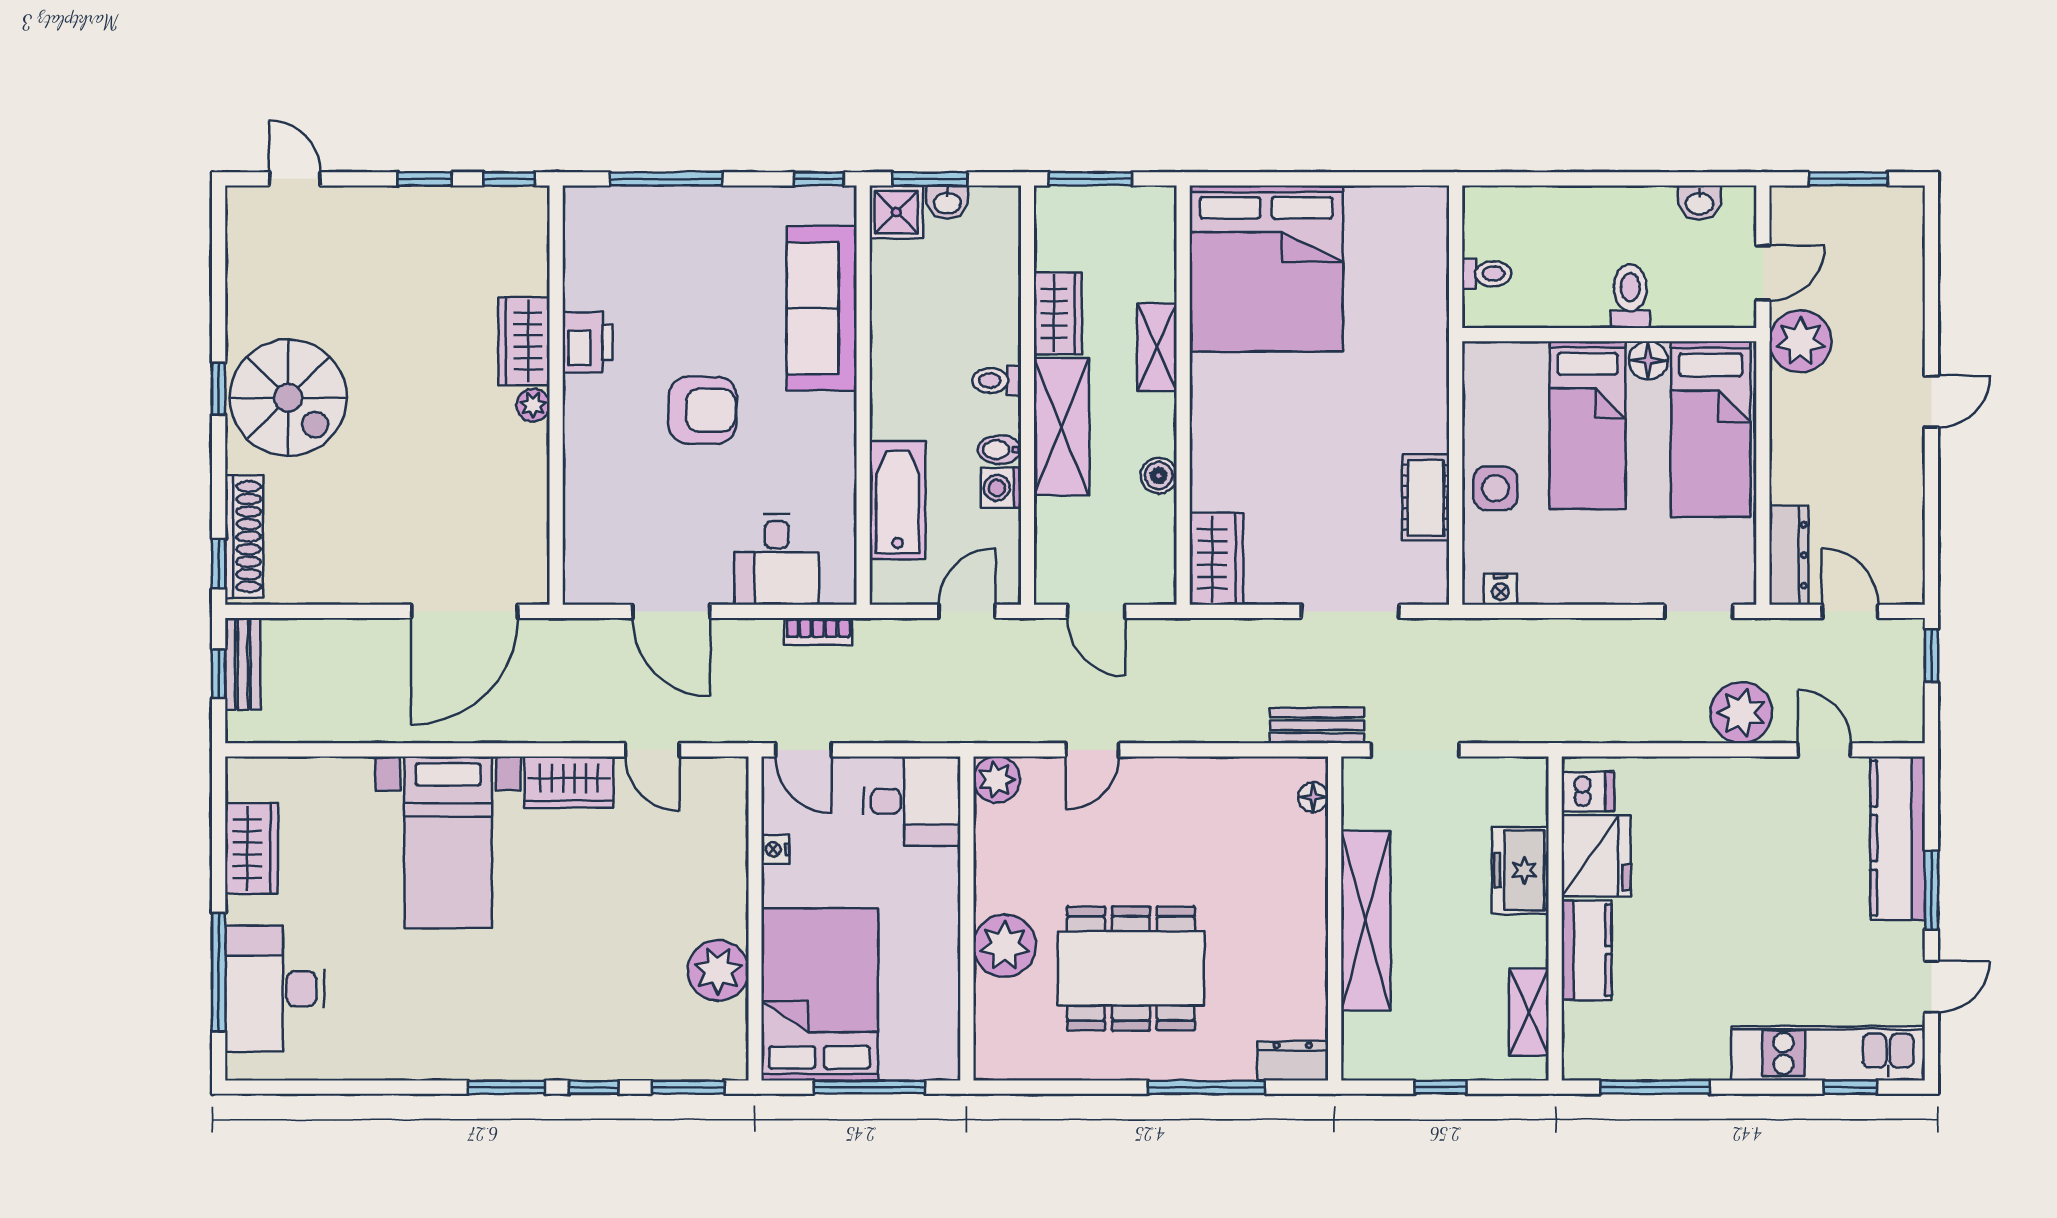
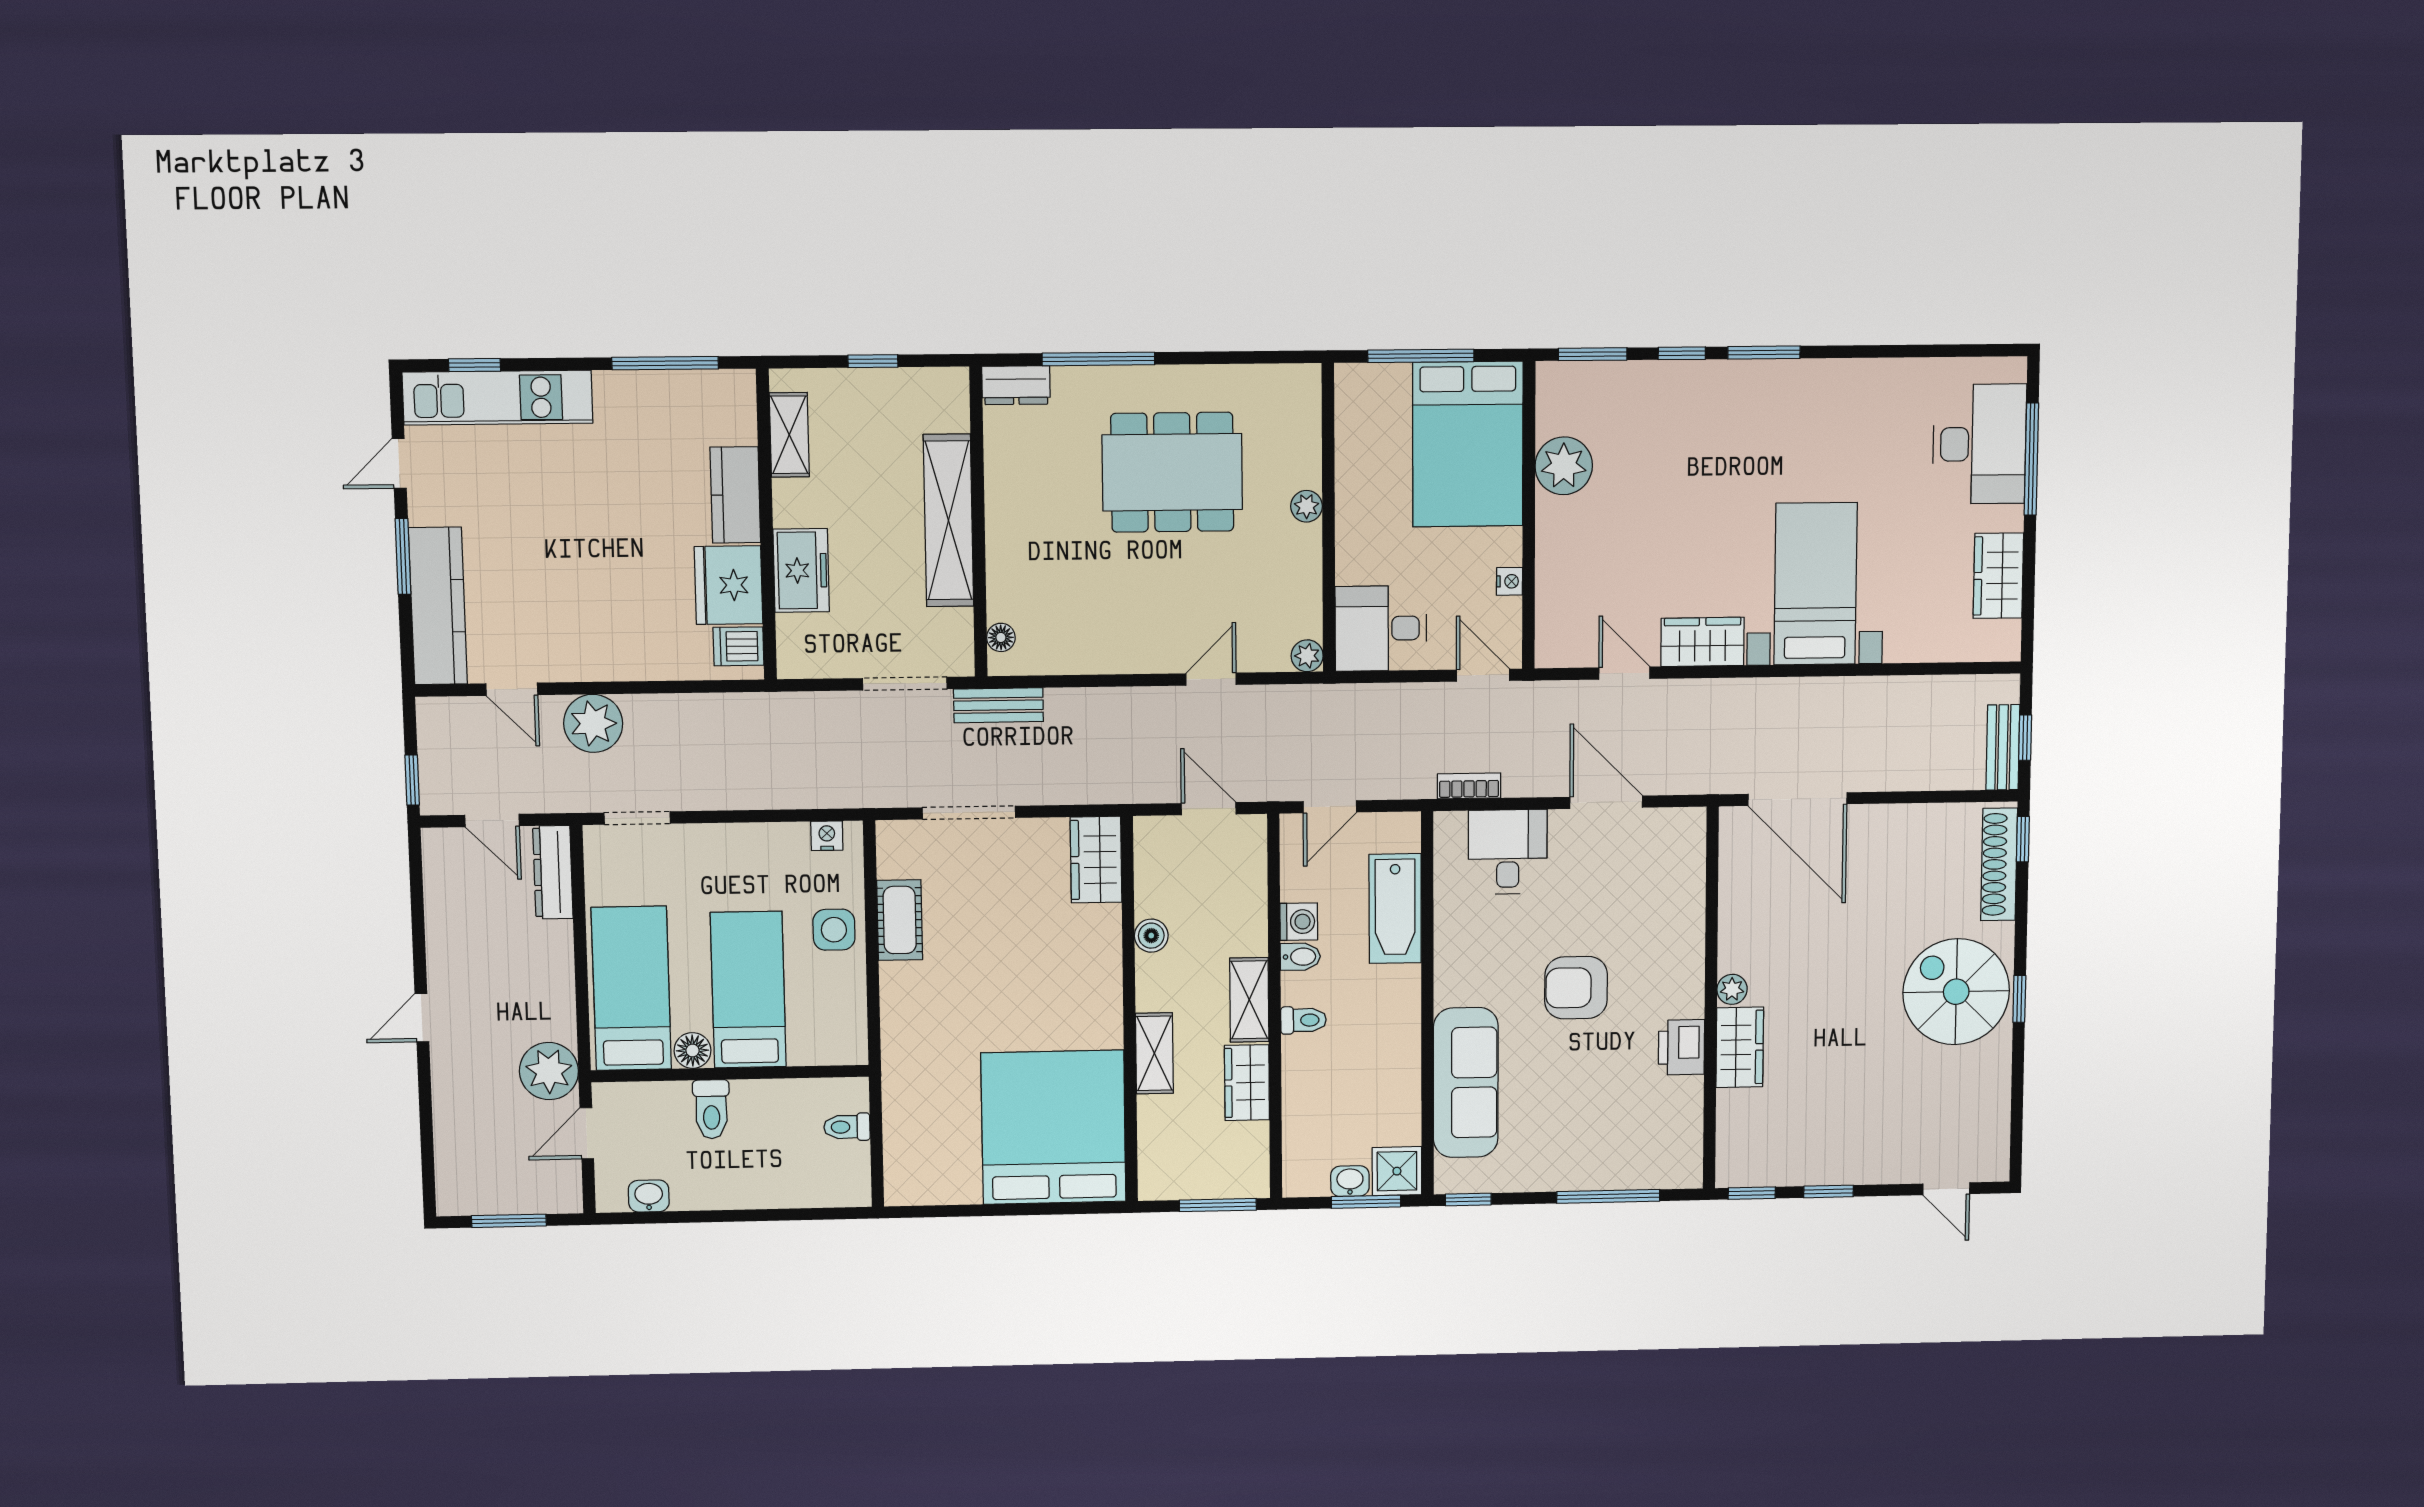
shelving: (1062, 427) -> (1249, 1000), width x0.67, depth x0.75
door: (464, 611) -> (1798, 799), swing flipped
plant: (997, 780) -> (1307, 656), width x0.73, depth x0.73
plant: (1005, 946) -> (1307, 506), width x0.53, depth x0.53

